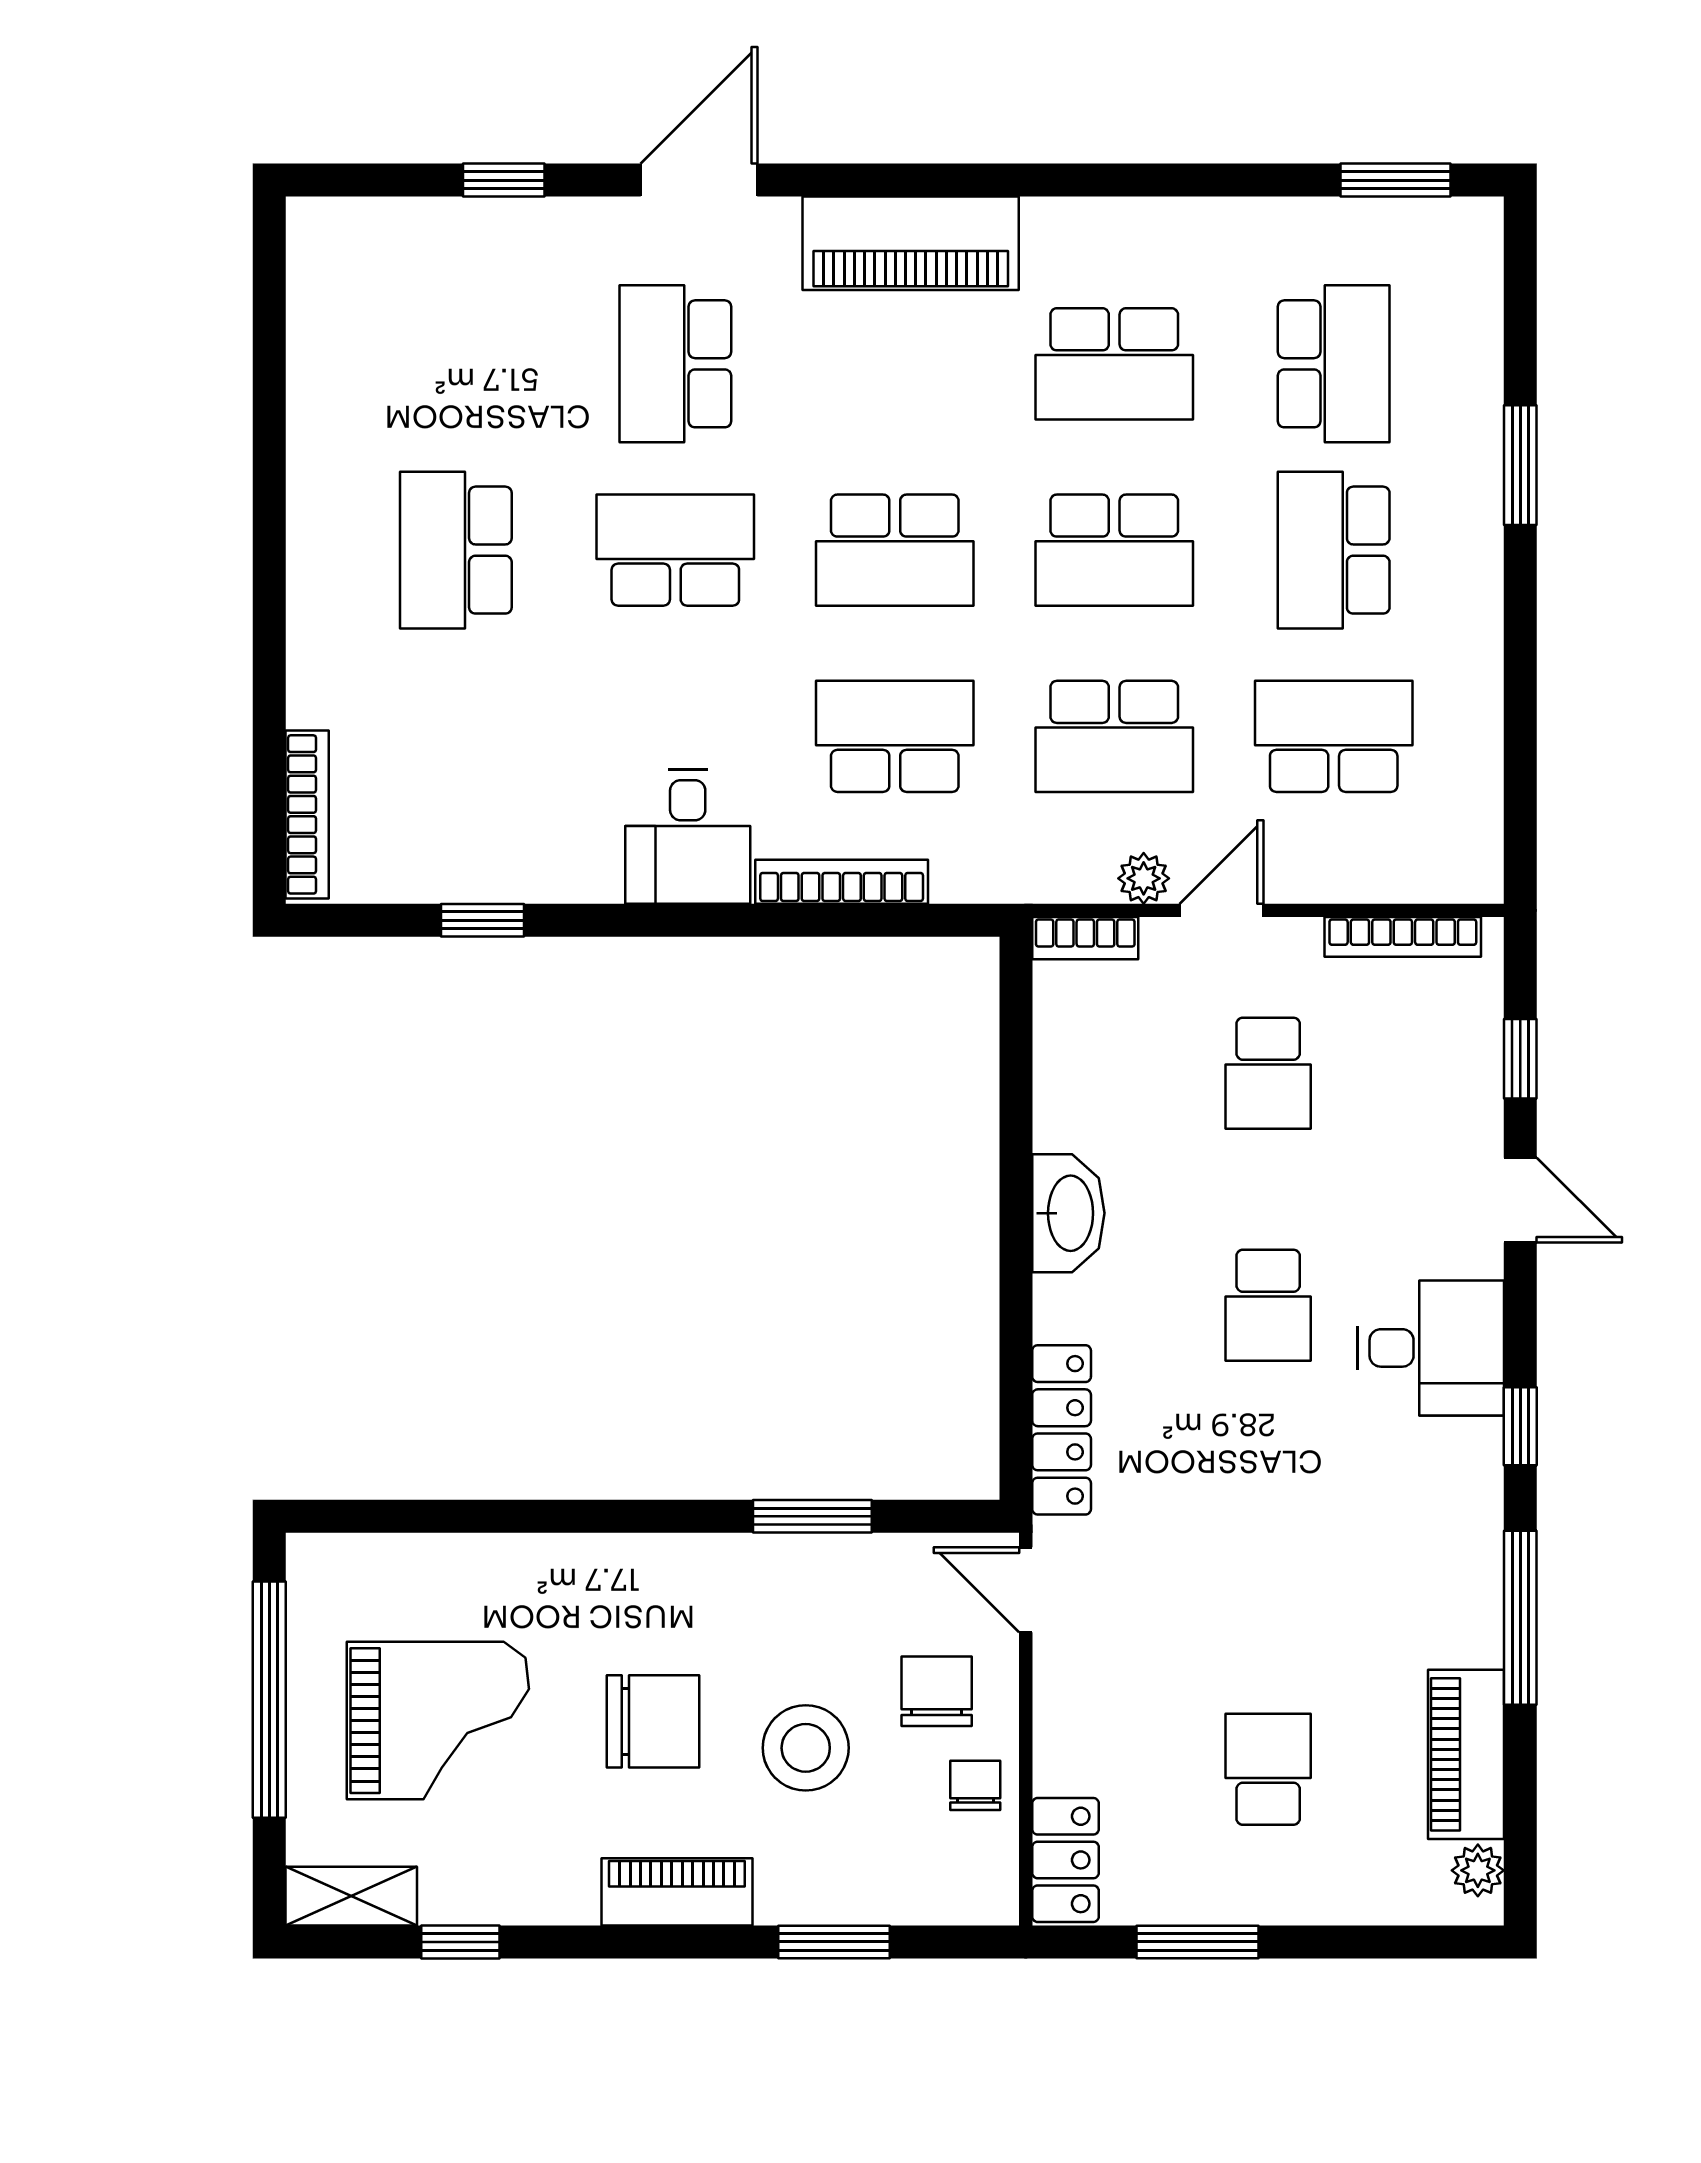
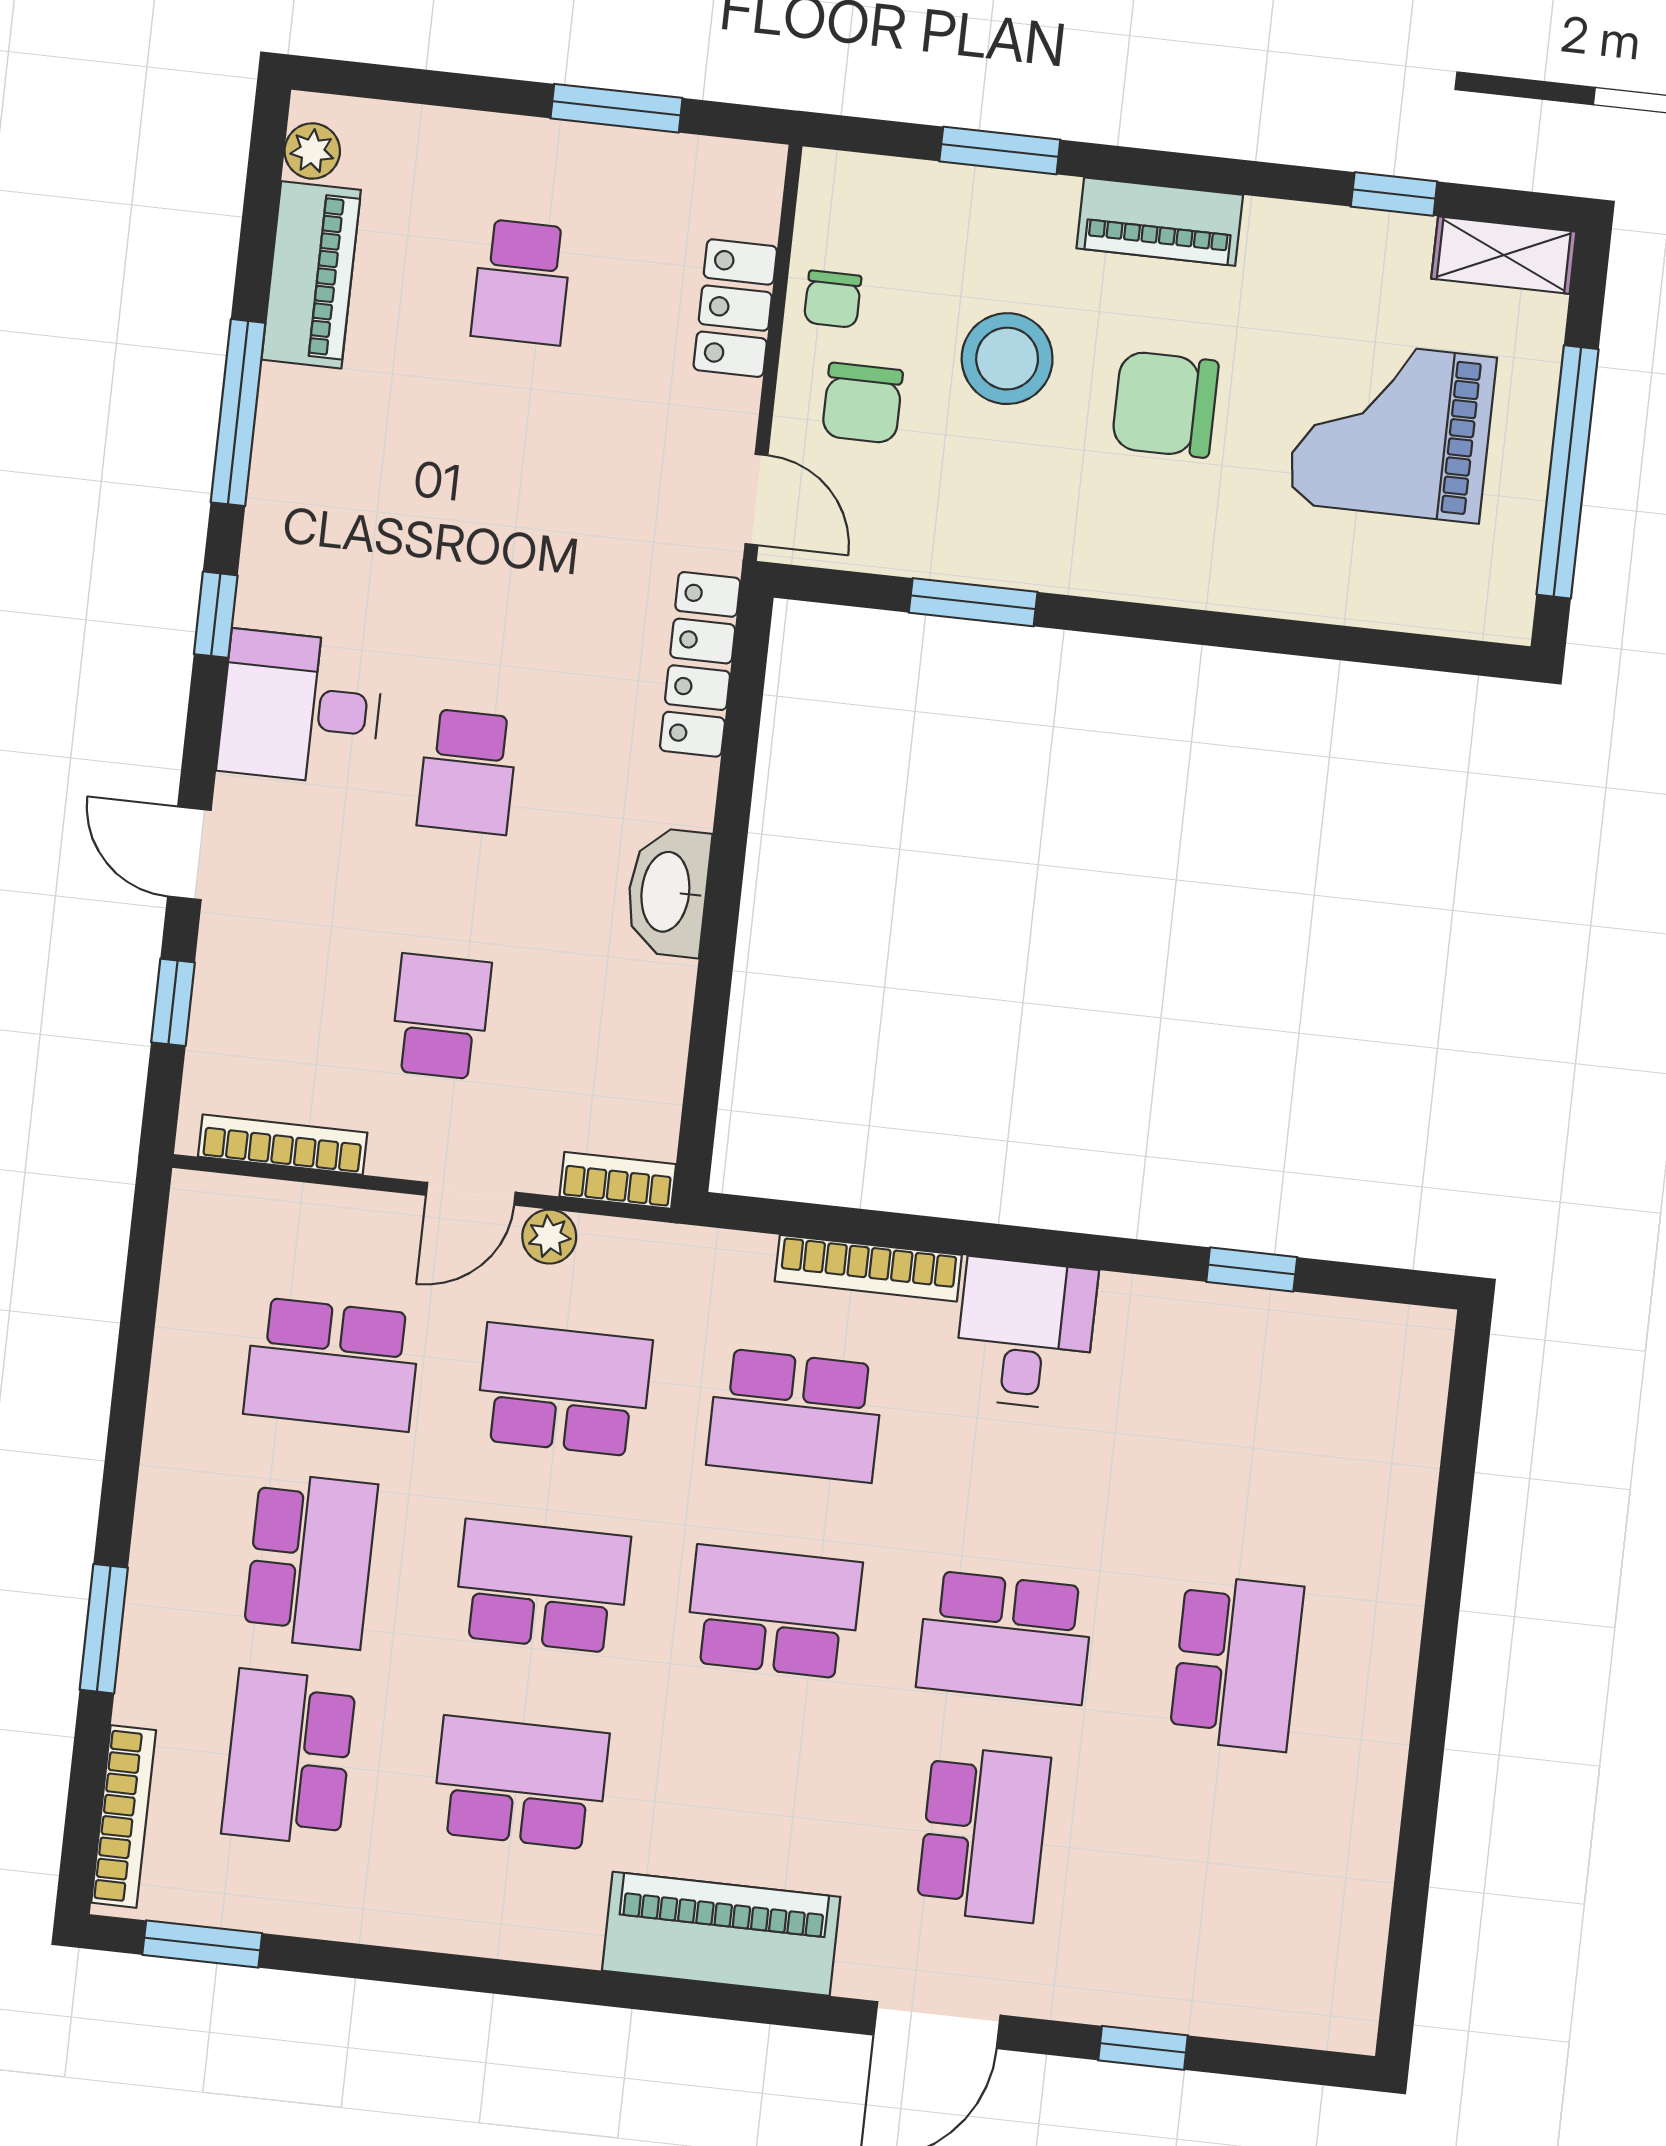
bookcase: (307, 814) -> (124, 1816), moved, turned 180
school desk: (1268, 1305) -> (468, 772), turned 180
locker: (1065, 1860) -> (735, 308), moved

